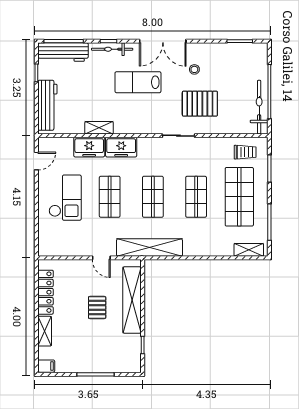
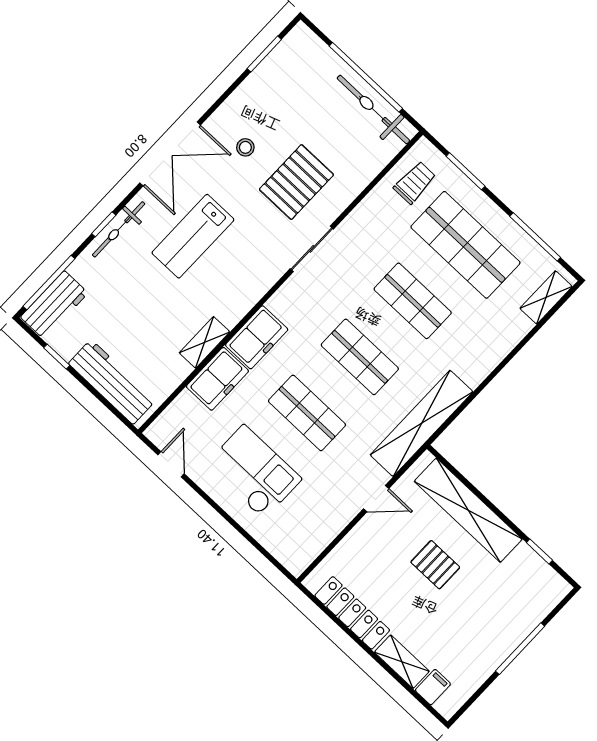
workbench: (63, 52) -> (54, 305), width x0.73
filing cabinet: (46, 366) -> (433, 687), moved

